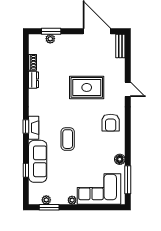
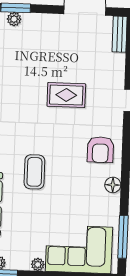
rug: (87, 87) -> (66, 95), width x0.73, depth x0.70
floor lamp: (120, 159) -> (113, 185), moved

